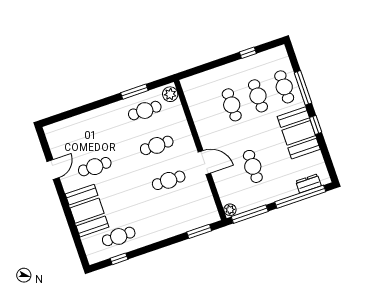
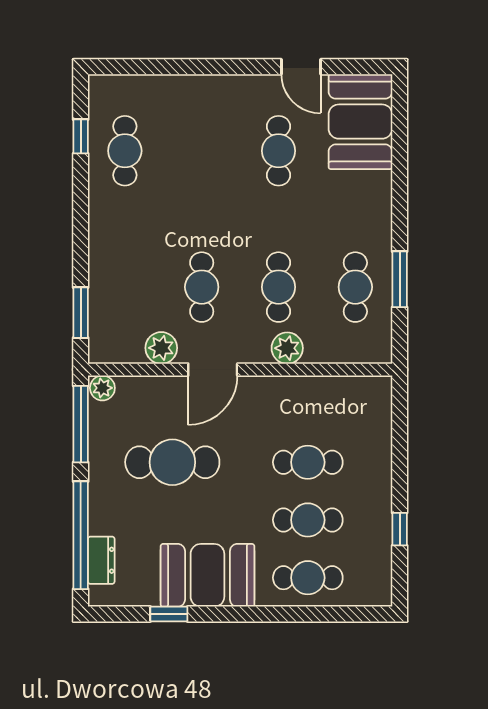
window: (303, 88) -> (293, 614), removed
plant: (170, 94) -> (287, 348), moved
window: (316, 125) -> (169, 614), moved
cafe table: (253, 166) -> (172, 462), width x1.37, depth x1.35
plant: (203, 189) -> (161, 348), added
booth: (87, 211) -> (360, 122), moved, turned 90

